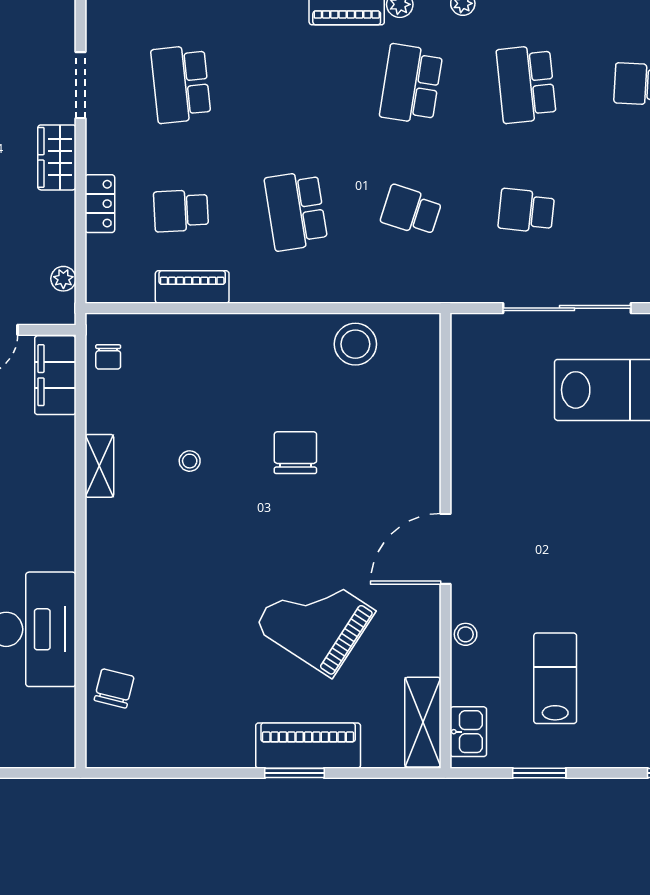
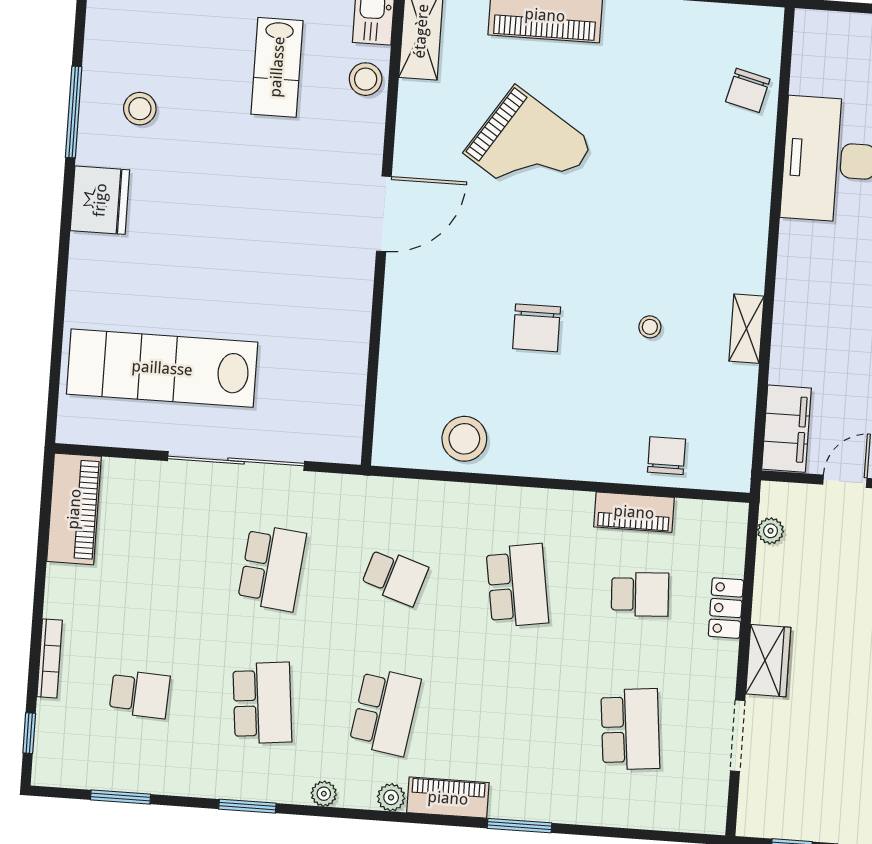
school desk: (526, 211) -> (272, 568), width x1.85
chair: (108, 357) -> (667, 456), moved, width x1.37, depth x1.37
stool: (466, 634) -> (366, 79), moved, width x1.37, depth x1.37

